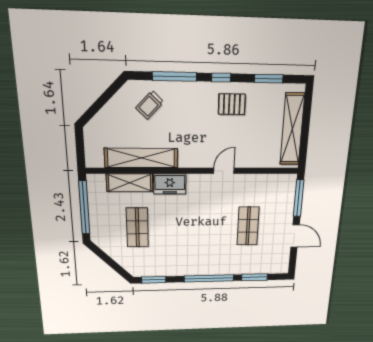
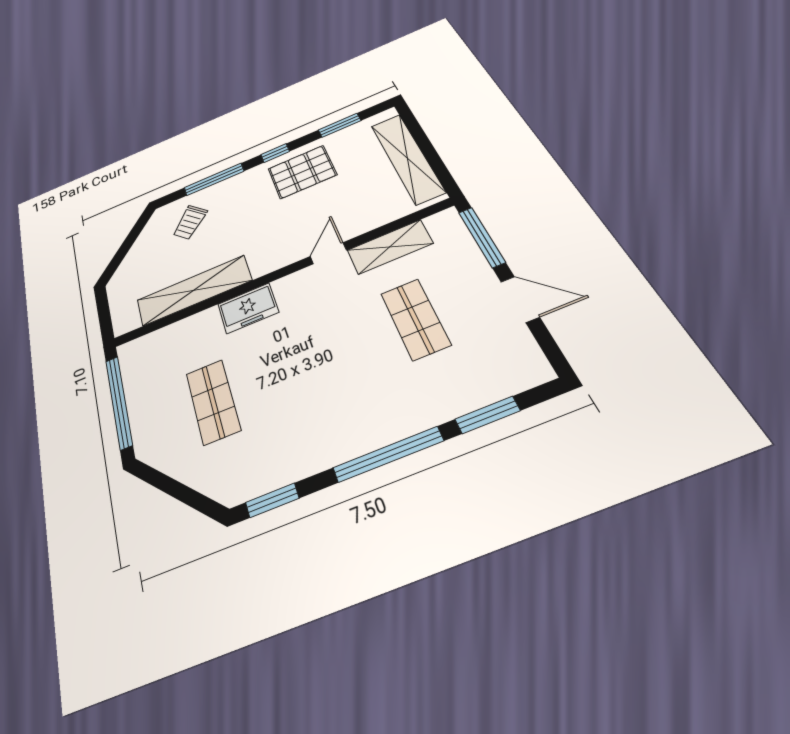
pallet: (232, 104) -> (302, 172), width x1.50, depth x1.42
shelving: (130, 183) -> (390, 247), moved

